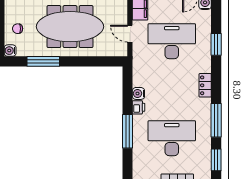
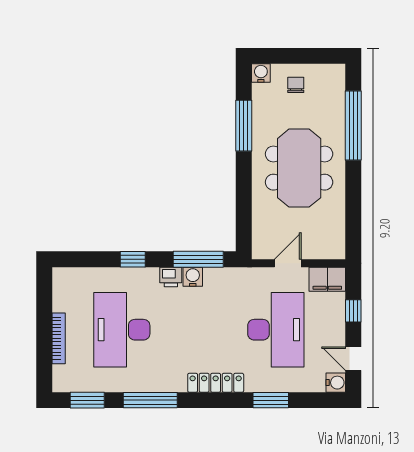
meeting table: (70, 27) -> (299, 168), width x0.73
locker: (205, 85) -> (216, 383), width x1.53
window: (127, 90) -> (198, 259), added
window: (127, 131) -> (133, 259), width x0.46
desk: (172, 138) -> (122, 330), turned 180

